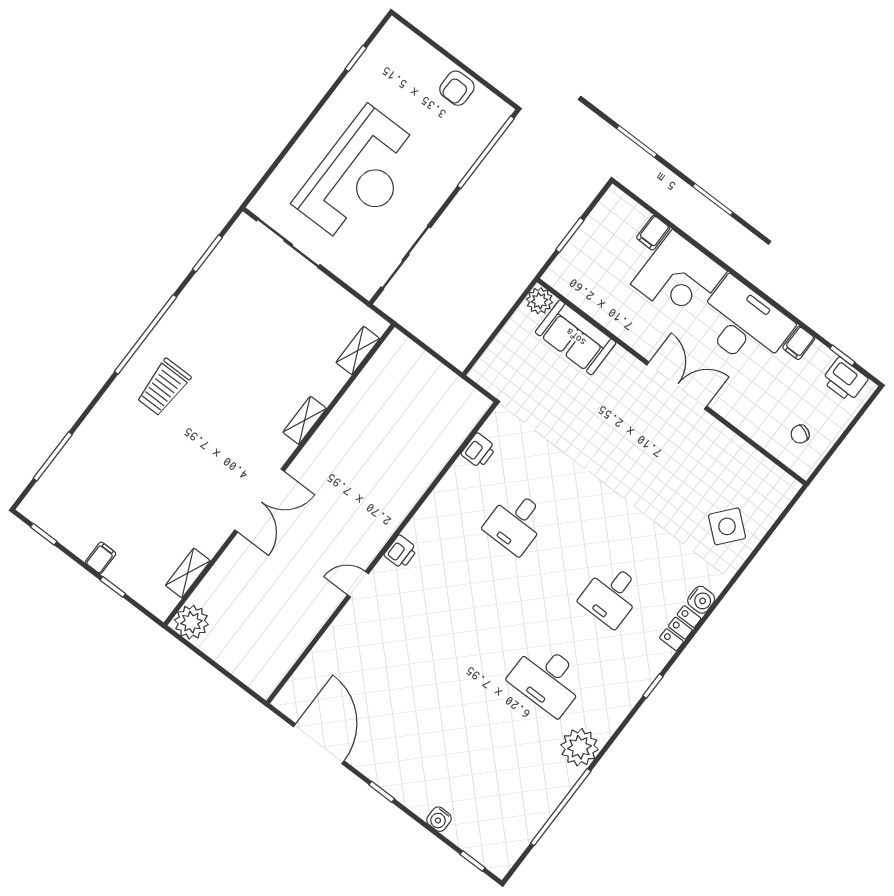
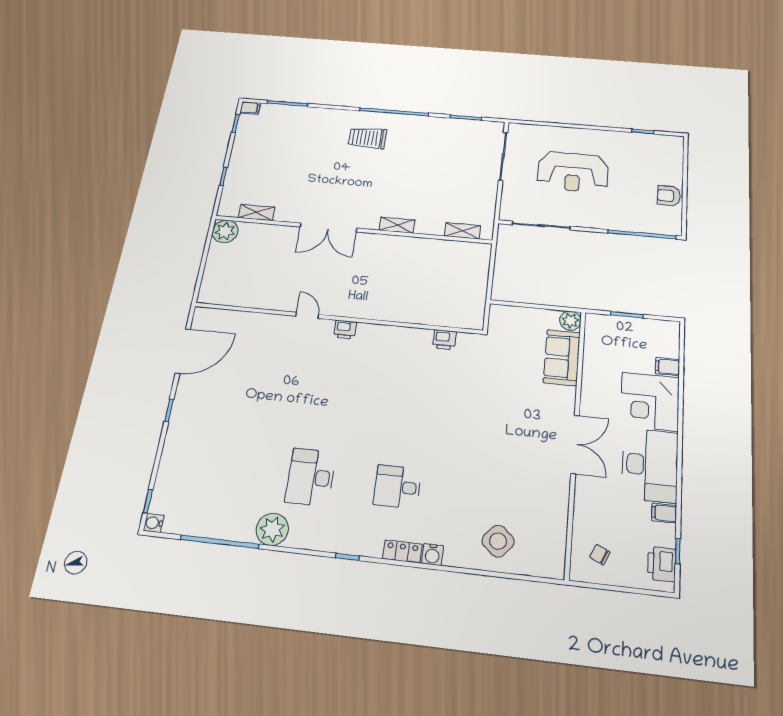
reception desk: (359, 176) -> (573, 172), width x0.74, depth x0.77
desk: (516, 522) -> (410, 391), removed
filing cabinet: (101, 558) -> (250, 108), moved
water cooler: (439, 819) -> (154, 523), moved

